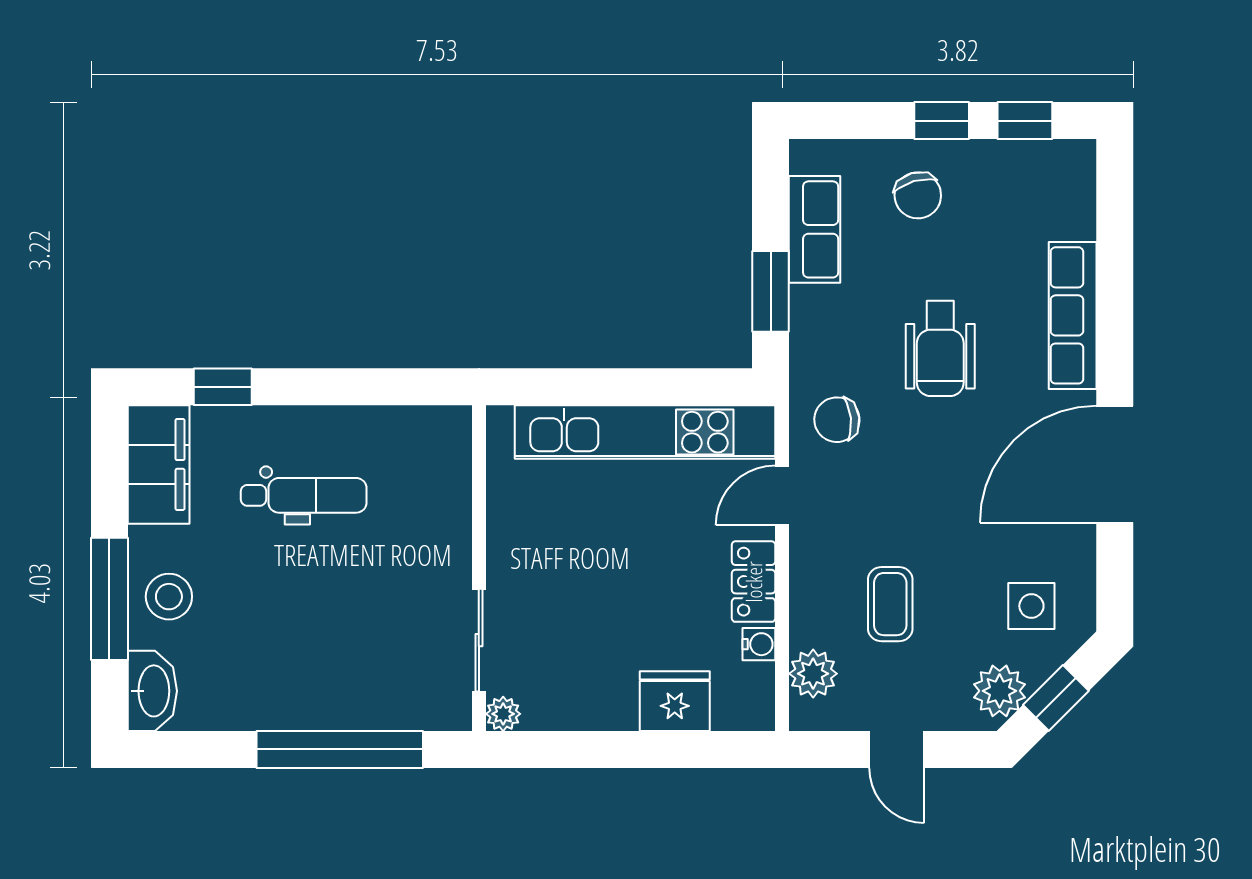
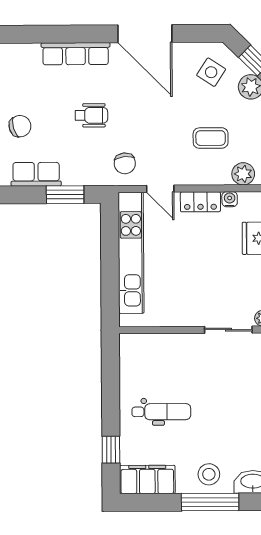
wheelchair: (940, 349) -> (91, 115), width x0.73, depth x0.73
dental chair: (304, 495) -> (161, 412), turned 90
side table: (1031, 606) -> (211, 72), turned 33

